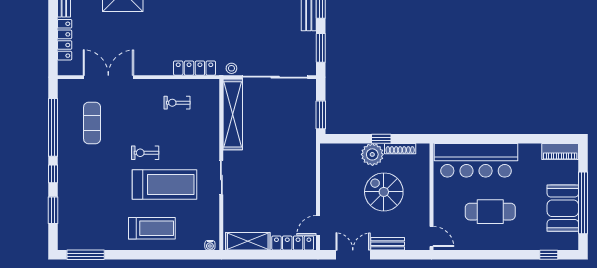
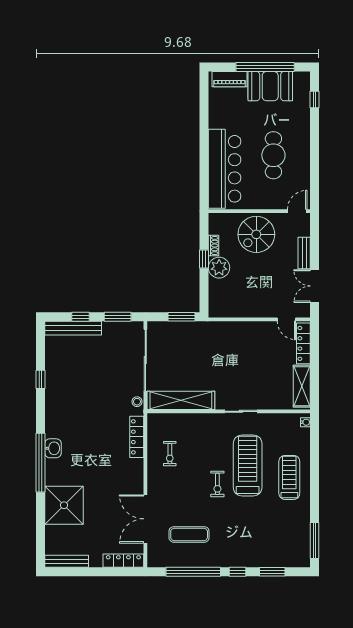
locker: (65, 40) -> (123, 561), moved
shoe rack: (400, 149) -> (214, 246), width x0.70
piano: (560, 152) -> (230, 79), moved, turned 90
spiral stairs: (384, 192) -> (256, 234), moved

